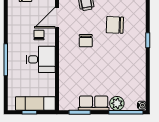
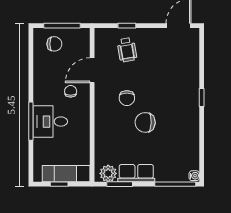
chair: (115, 25) -> (145, 122), moved
desk: (41, 59) -> (50, 122), moved, turned 180
plant: (117, 103) -> (108, 173), moved

